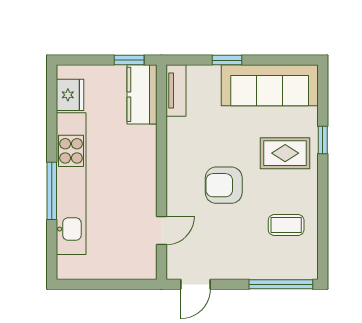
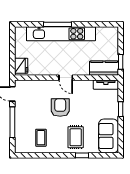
sofa: (270, 85) -> (108, 136), width x0.73
fridge: (70, 95) -> (21, 66), moved, turned -90
door: (162, 230) -> (66, 78), moved
window: (281, 284) -> (12, 122), moved

